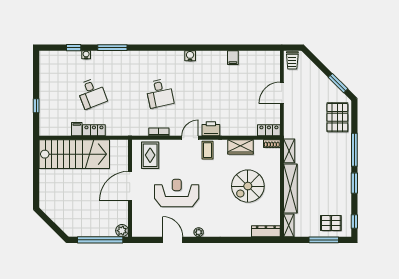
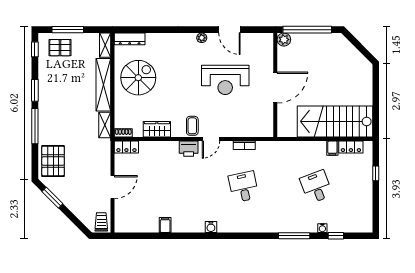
locker: (94, 130) -> (351, 147), moved
rug: (150, 155) -> (254, 120), removed
spiral stairs: (248, 186) -> (138, 78), moved

